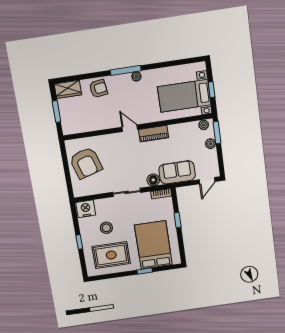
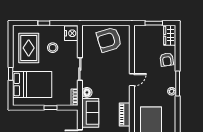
piano: (153, 134) -> (125, 115), moved

